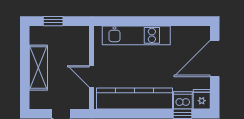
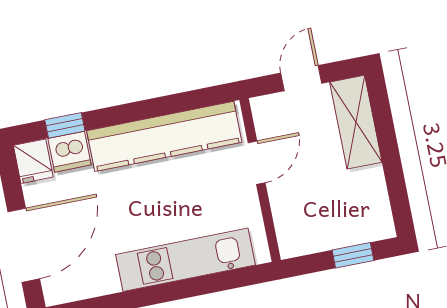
shelving: (38, 68) -> (356, 122), moved
door: (91, 76) -> (257, 163), hinge flipped

